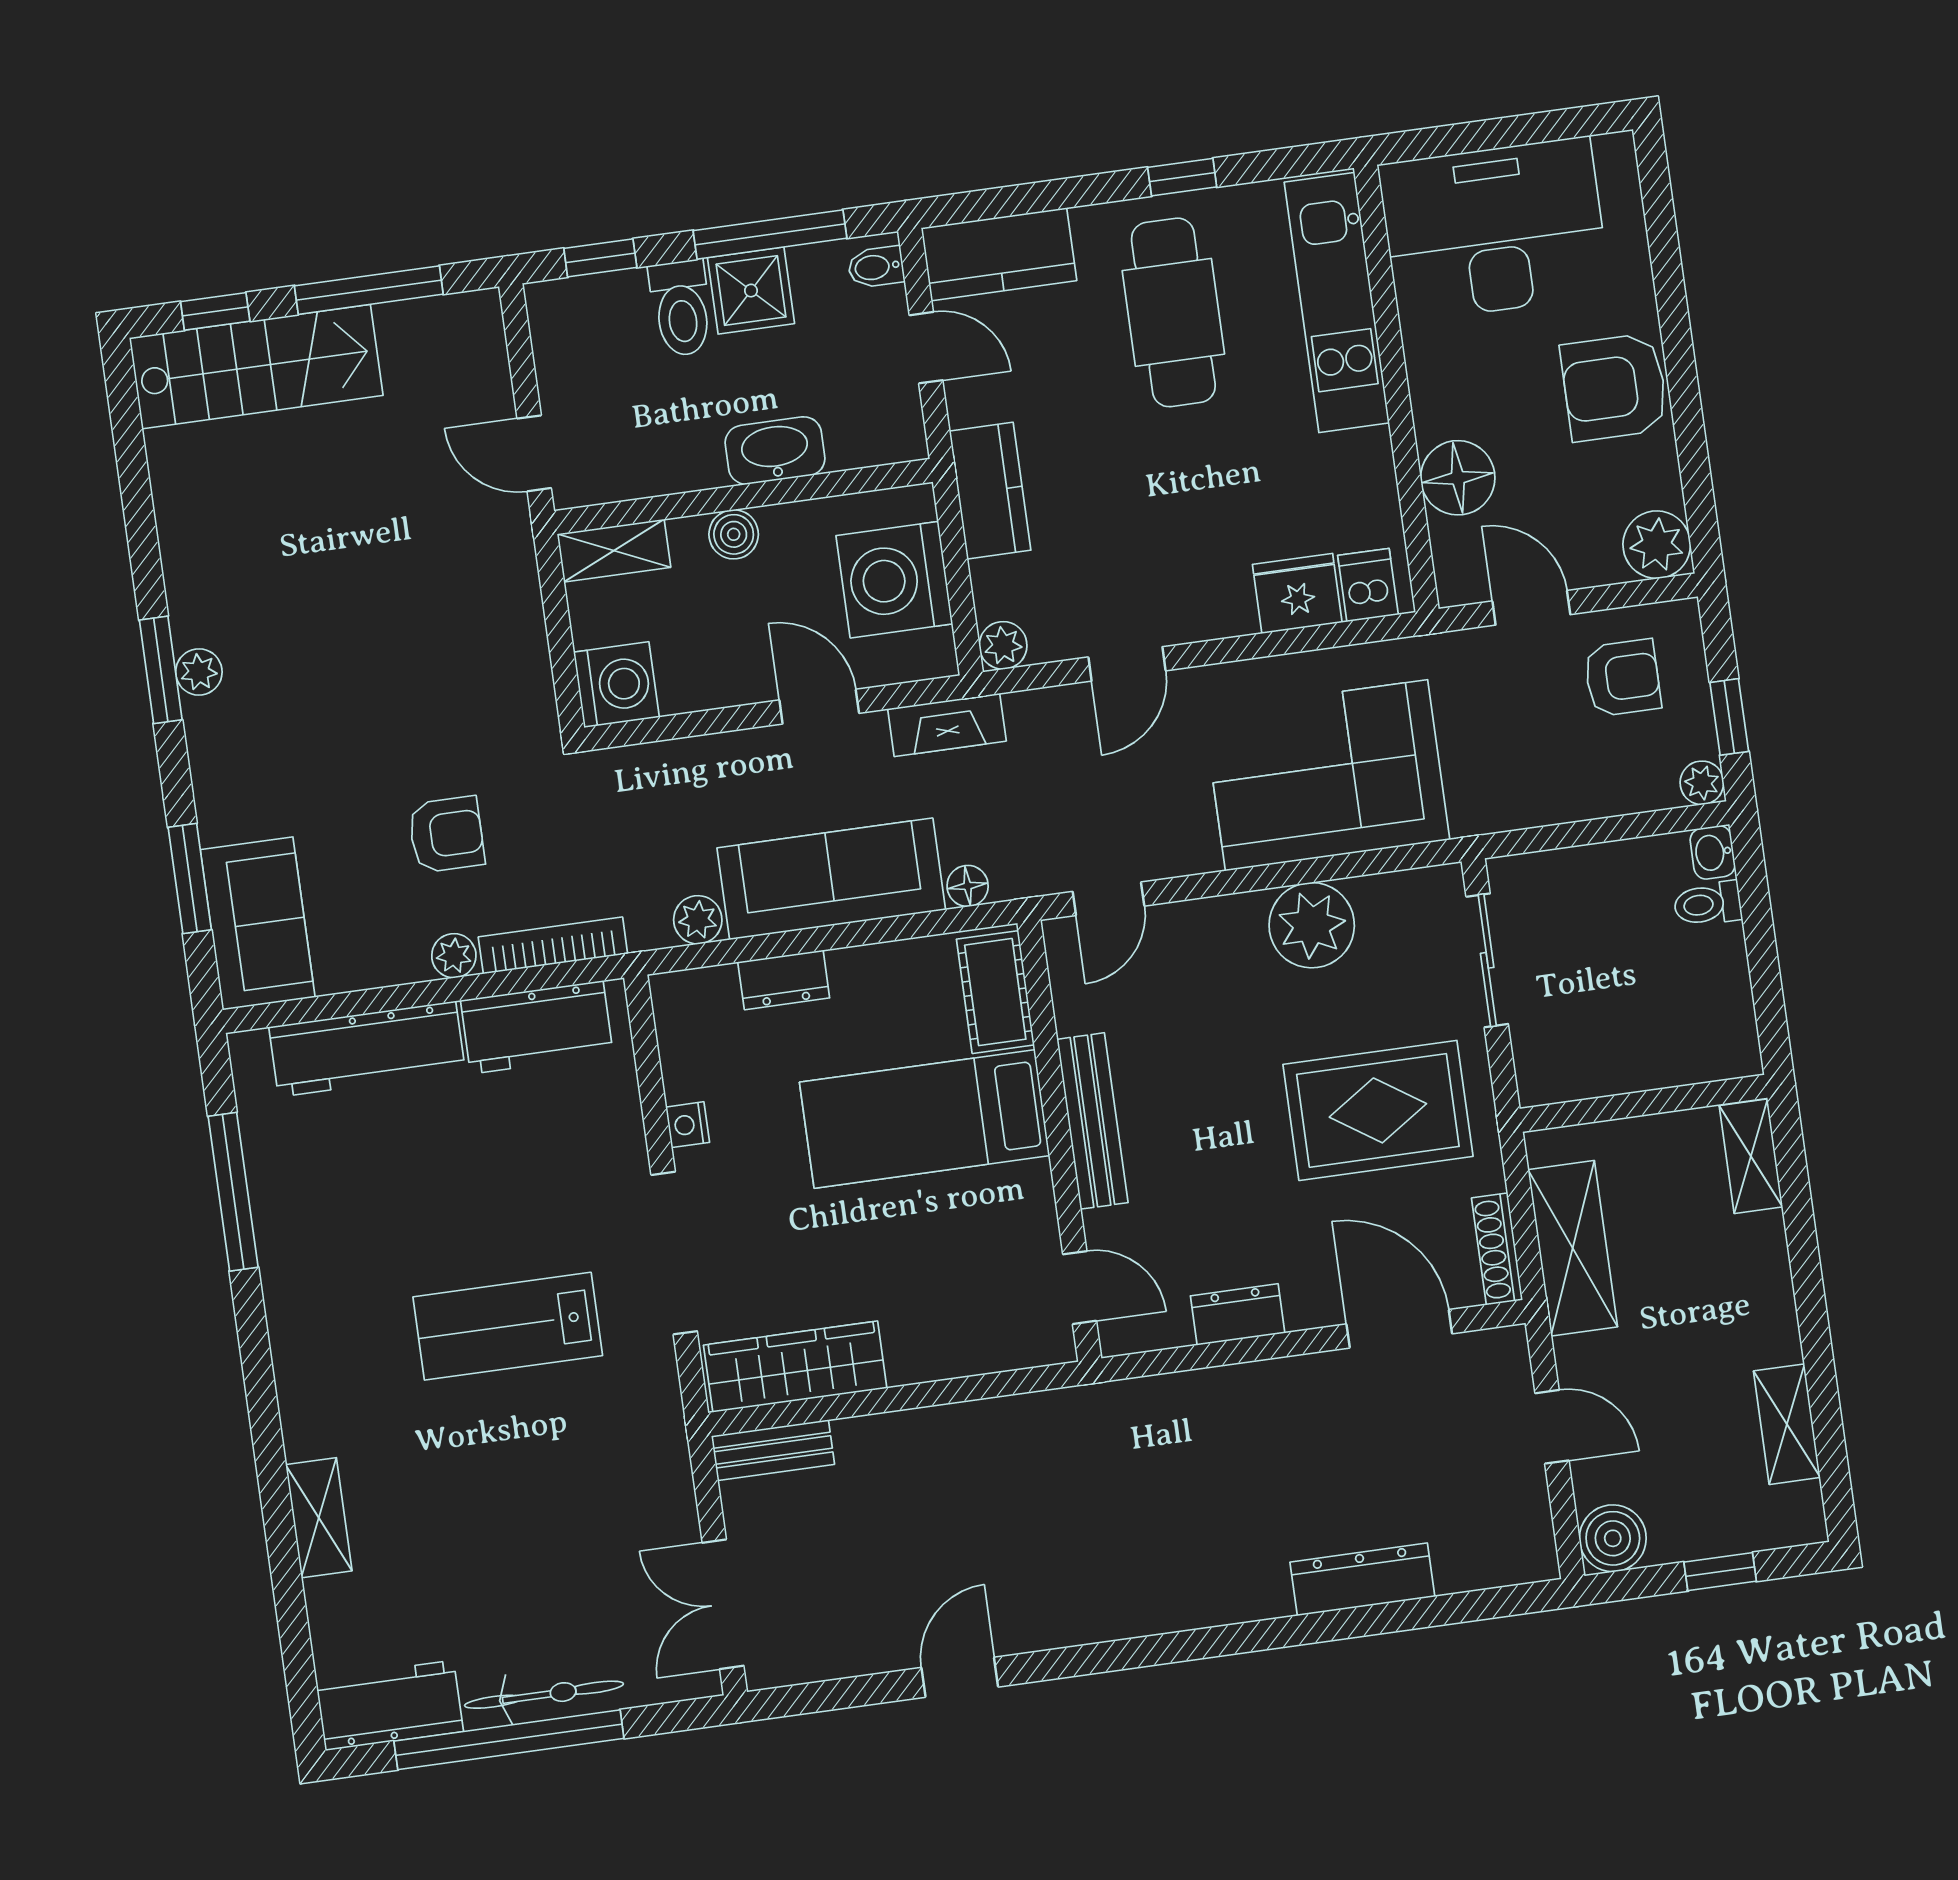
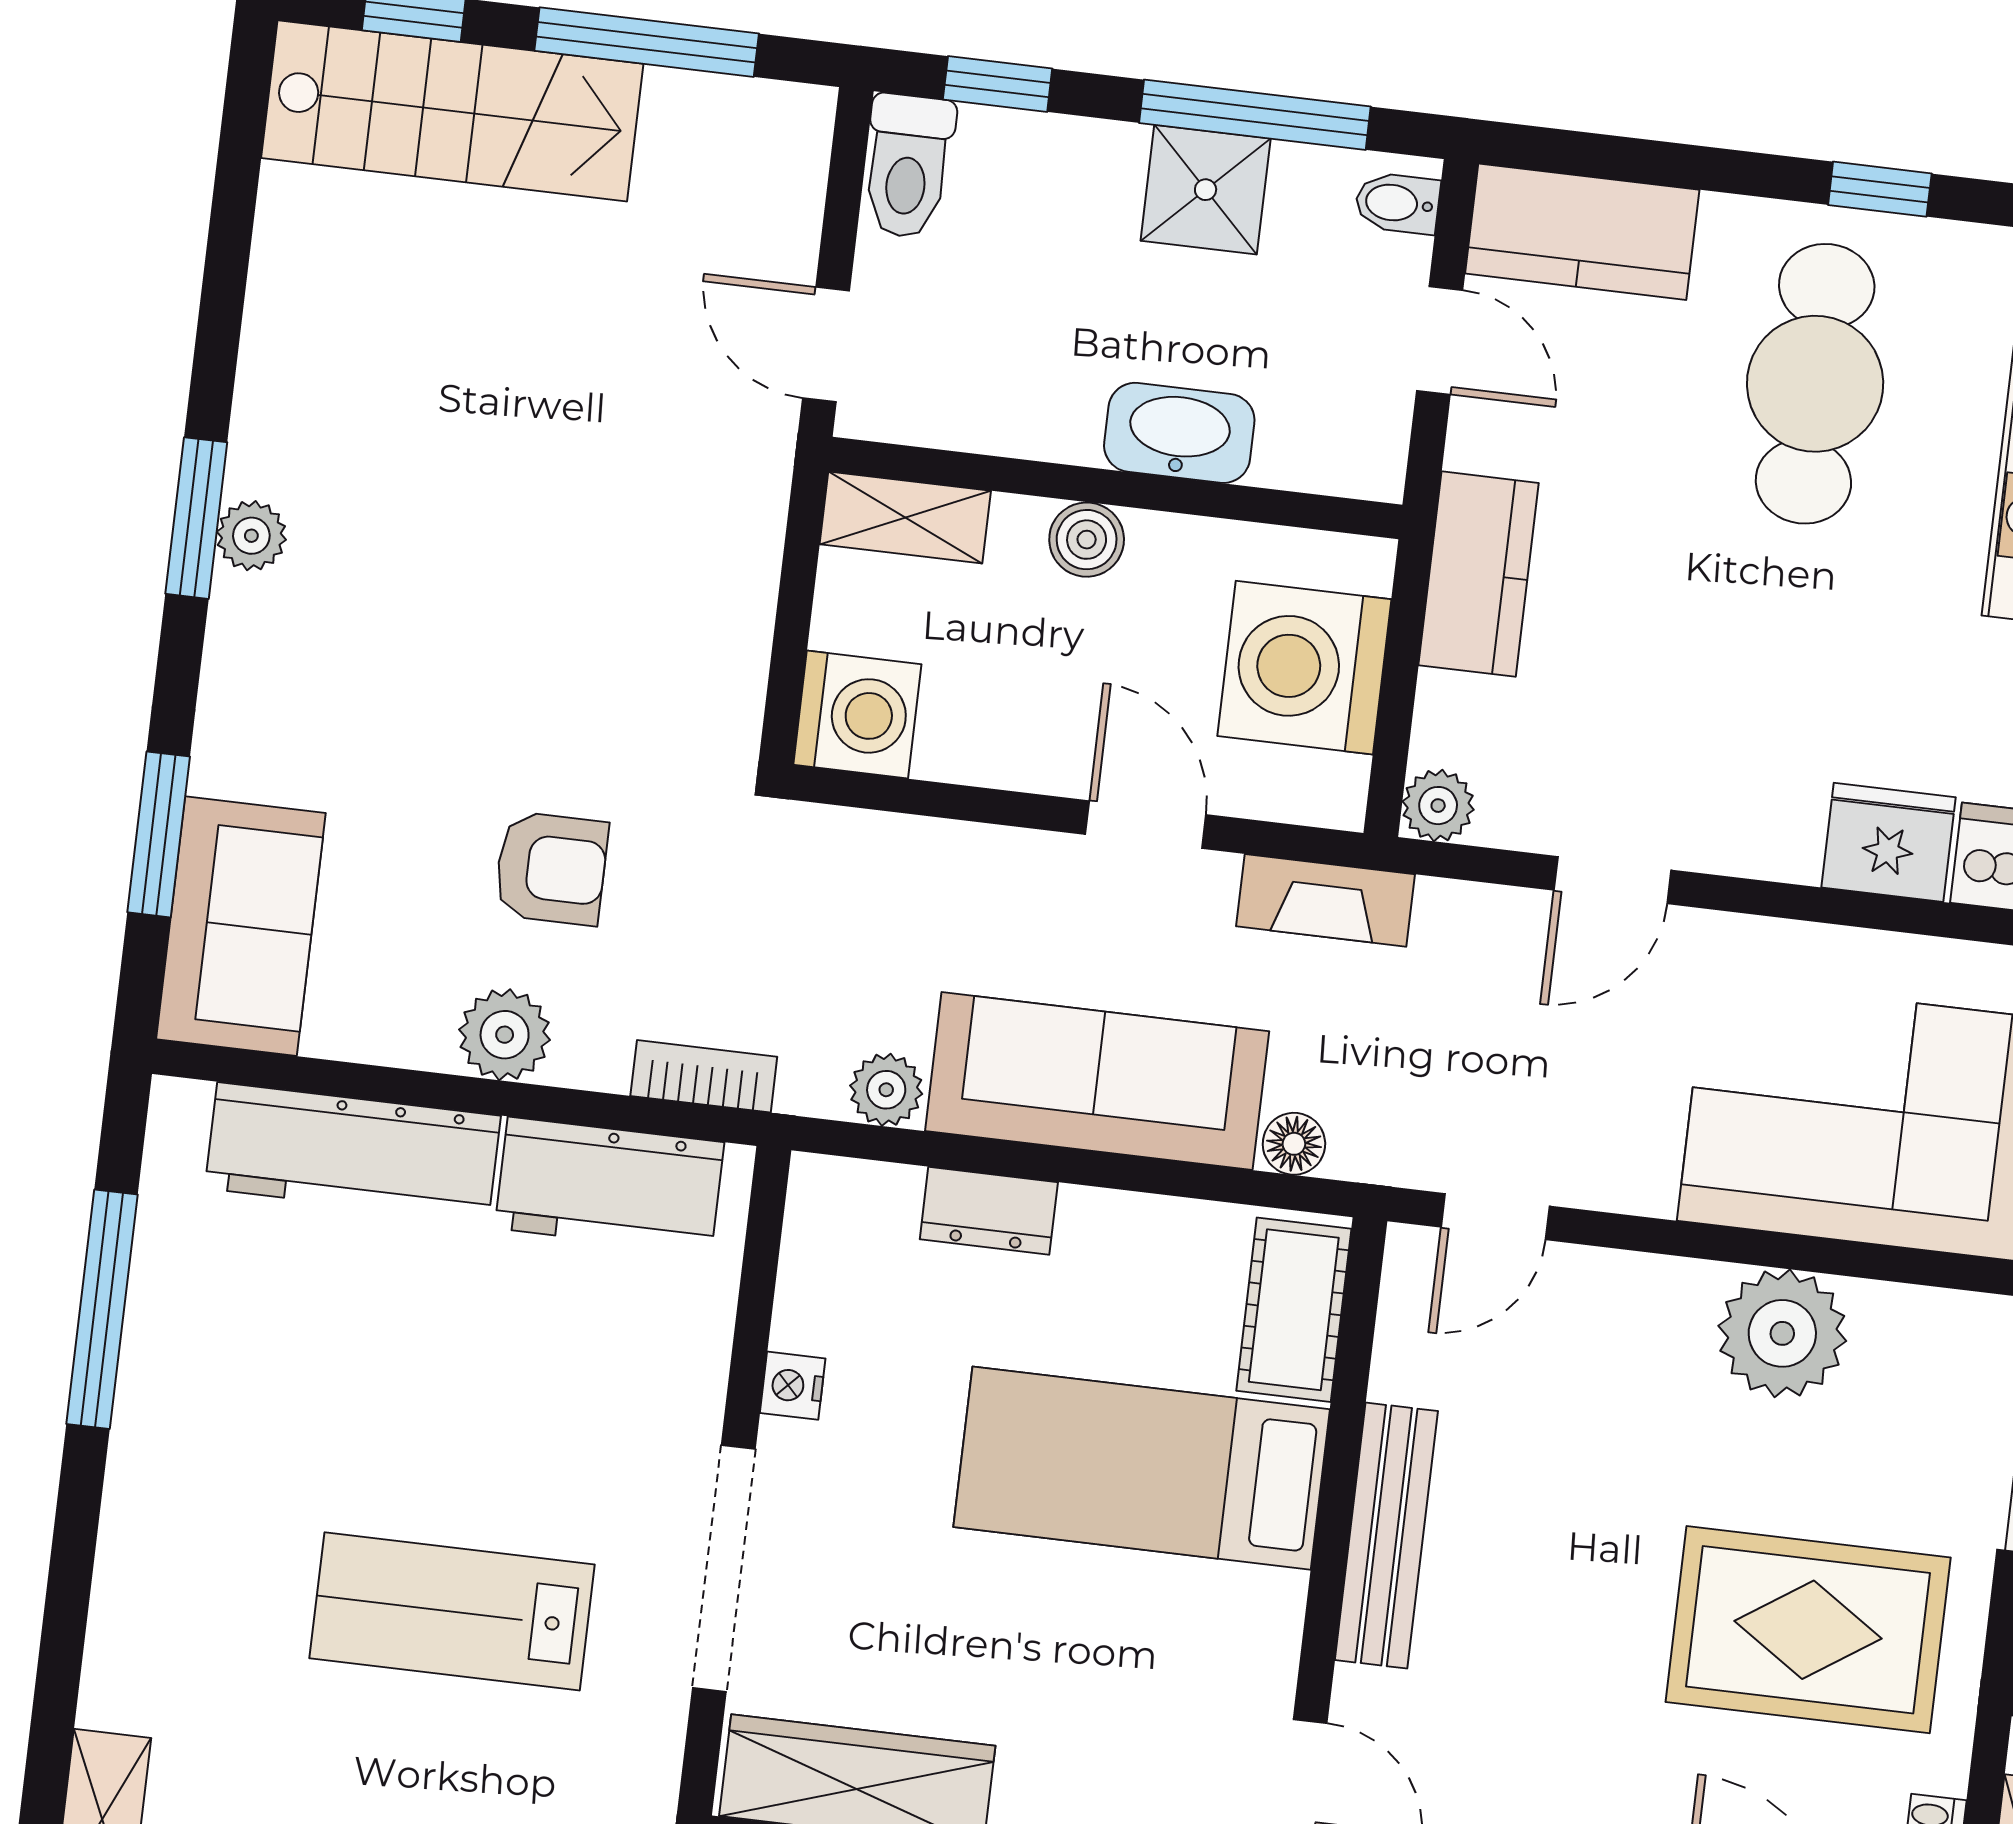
toilet: (681, 308) -> (908, 166), moved
bookcase: (553, 945) -> (704, 1076), width x0.64
plant: (454, 956) -> (505, 1035), width x1.38, depth x1.38

